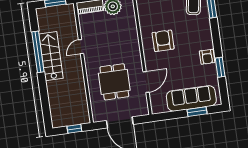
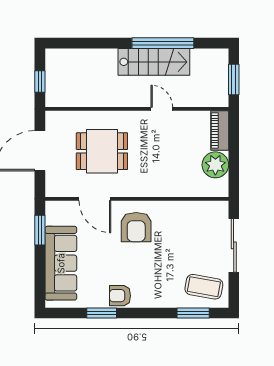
armchair: (163, 41) -> (136, 227), moved, turned 90
window: (197, 112) -> (40, 230), moved

